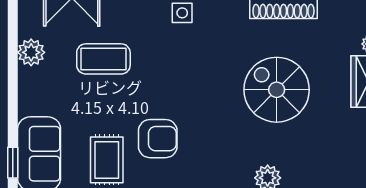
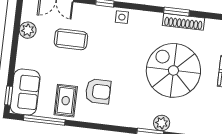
spiral stairs: (277, 90) -> (173, 70), width x1.37, depth x1.37

